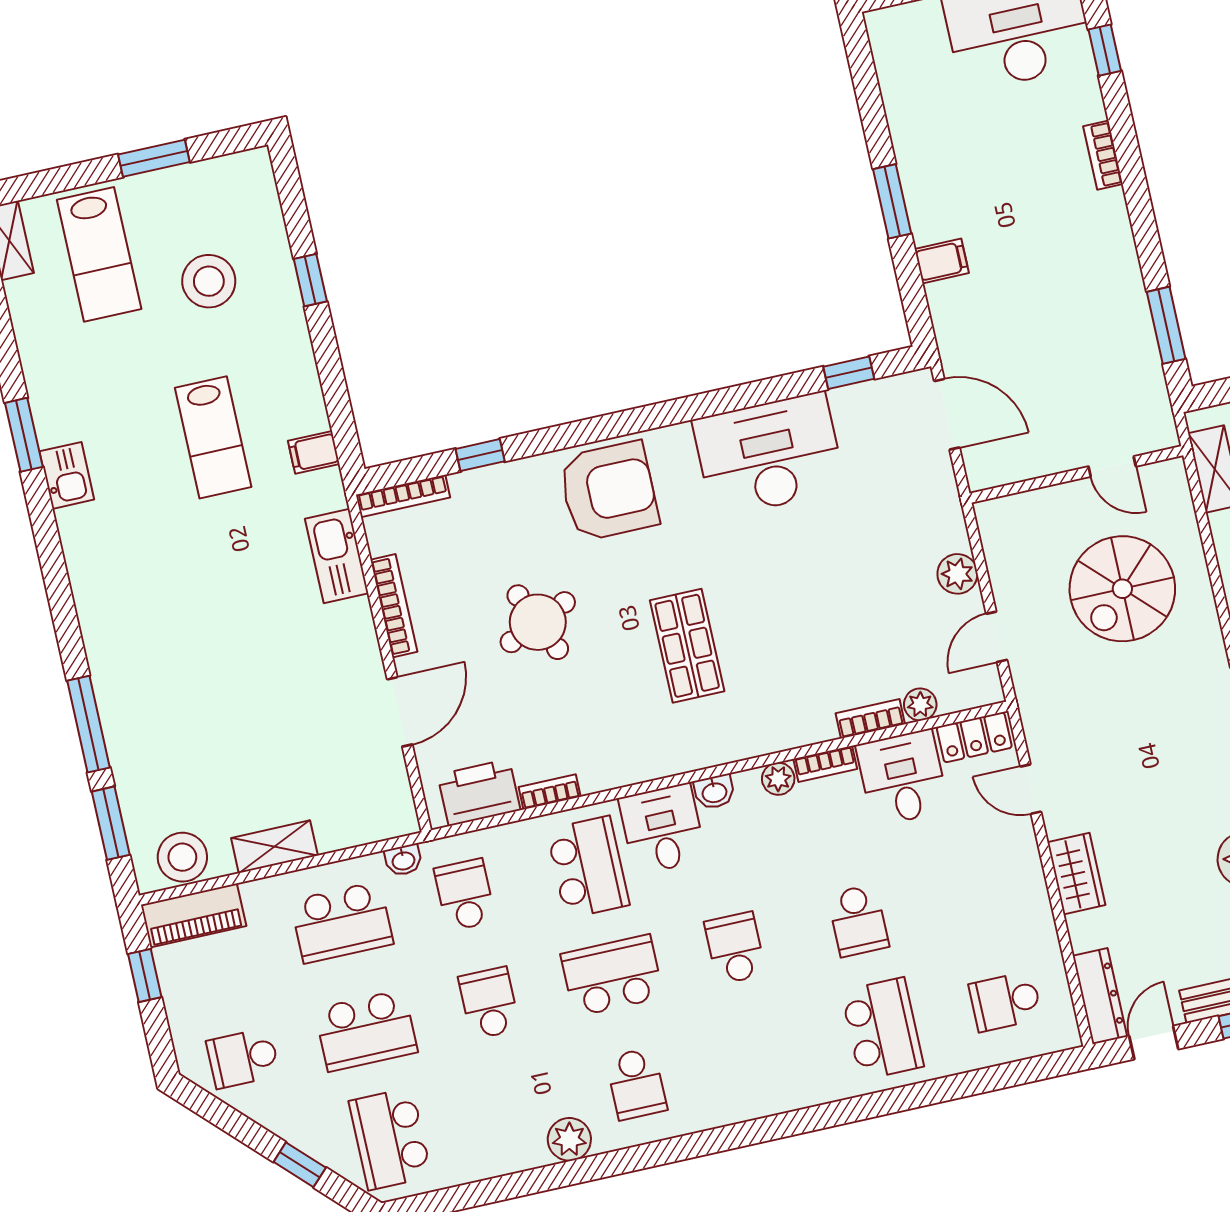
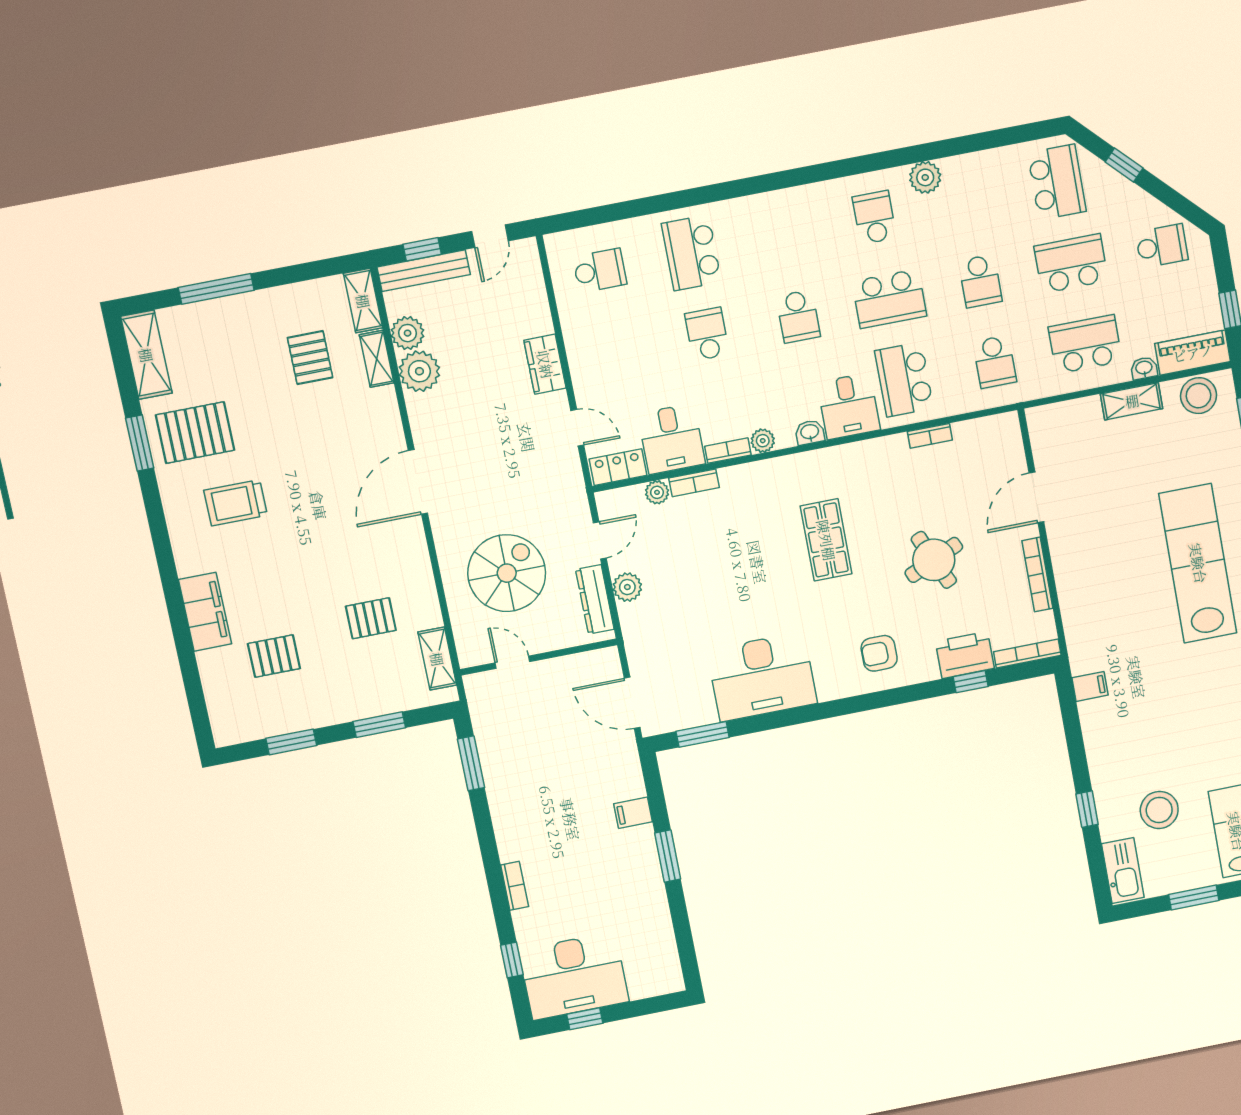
window: (849, 373) -> (703, 734), width x1.50
lab bench: (213, 437) -> (1198, 563), moved, width x1.86, depth x1.39
armchair: (609, 491) -> (879, 653), width x0.53, depth x0.53
kitchen sink: (337, 556) -> (1123, 871), moved
printer: (479, 792) -> (965, 655), moved, turned 180
washbasin: (403, 860) -> (1144, 368), moved
dresser: (1100, 996) -> (595, 599), moved

